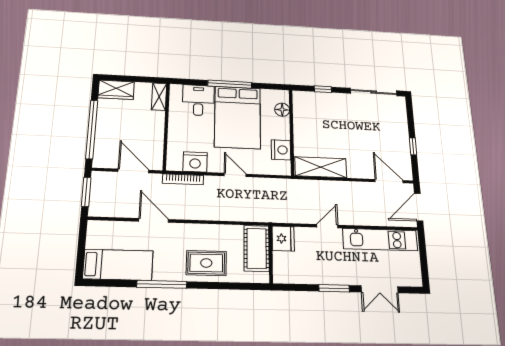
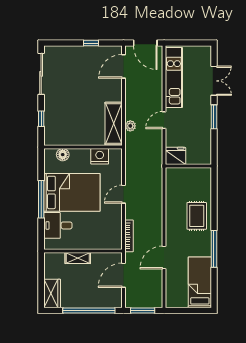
shelving: (159, 97) -> (78, 258), moved
nightstand: (195, 162) -> (114, 227), removed
plant: (319, 186) -> (130, 126), added
door: (327, 226) -> (164, 120), hinge flipped
cot: (257, 248) -> (184, 177), removed

